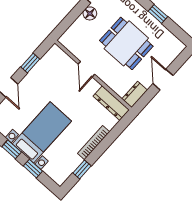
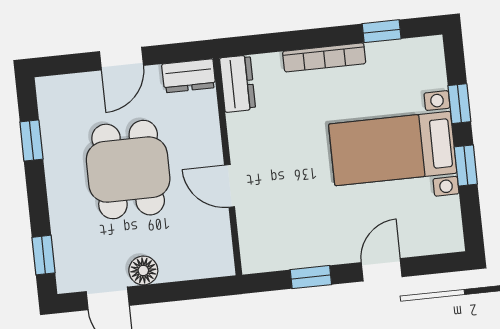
window: (158, 14) -> (31, 141), moved
door: (86, 69) -> (230, 186), swing flipped
dresser: (111, 103) -> (238, 84), width x0.70

